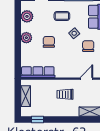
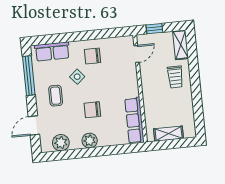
door: (86, 79) -> (137, 54), swing flipped
trolley: (65, 94) -> (175, 77), moved
window: (38, 120) -> (198, 114), removed

